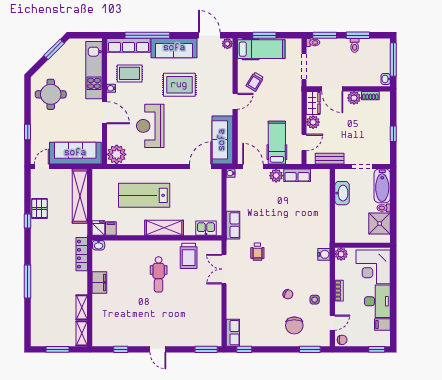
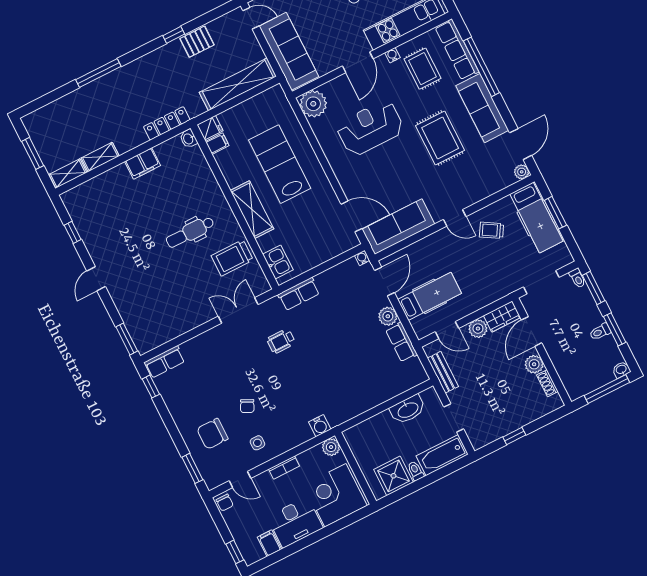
washbasin: (386, 79) -> (621, 370), moved

